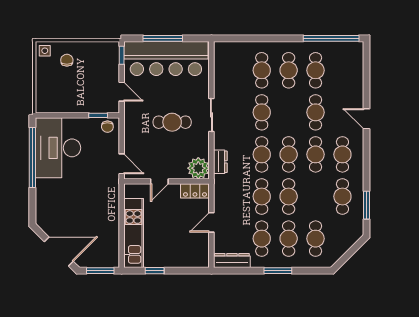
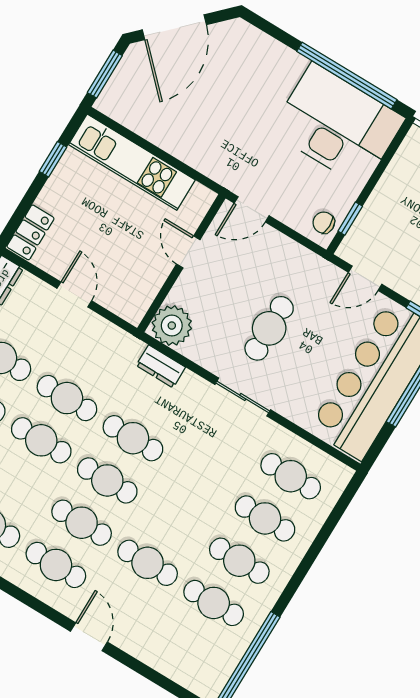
cafe table: (262, 112) -> (291, 476), moved
door: (366, 119) -> (89, 637), hinge flipped
locker: (195, 191) -> (30, 232), moved, turned 180

